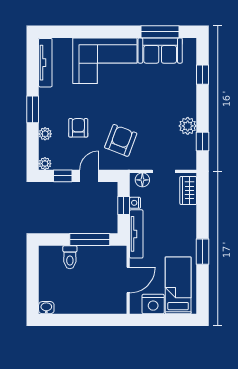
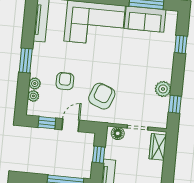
plant: (45, 164) -> (33, 96), moved
nightstand: (135, 203) -> (109, 153), removed

